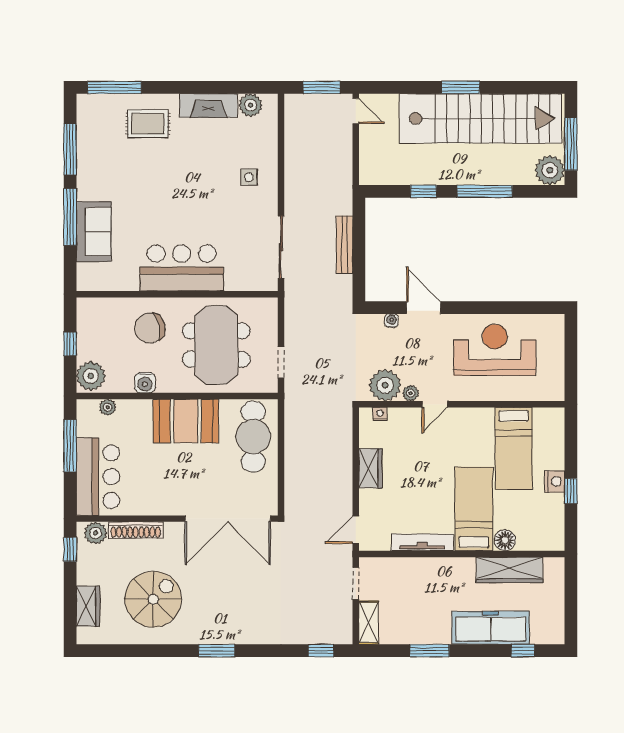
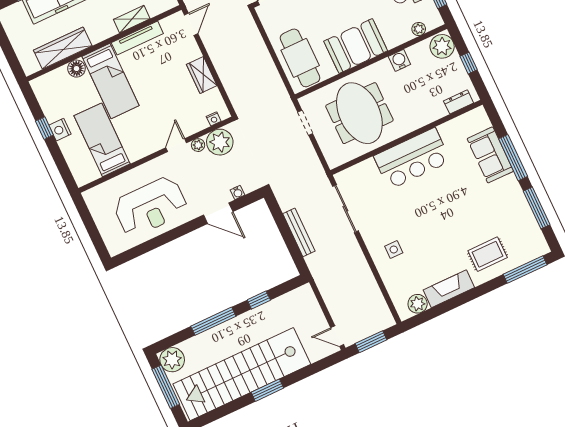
dresser: (101, 306) -> (459, 102), added
chair: (150, 328) -> (415, 103), removed
shelving: (419, 566) -> (132, 19), added

